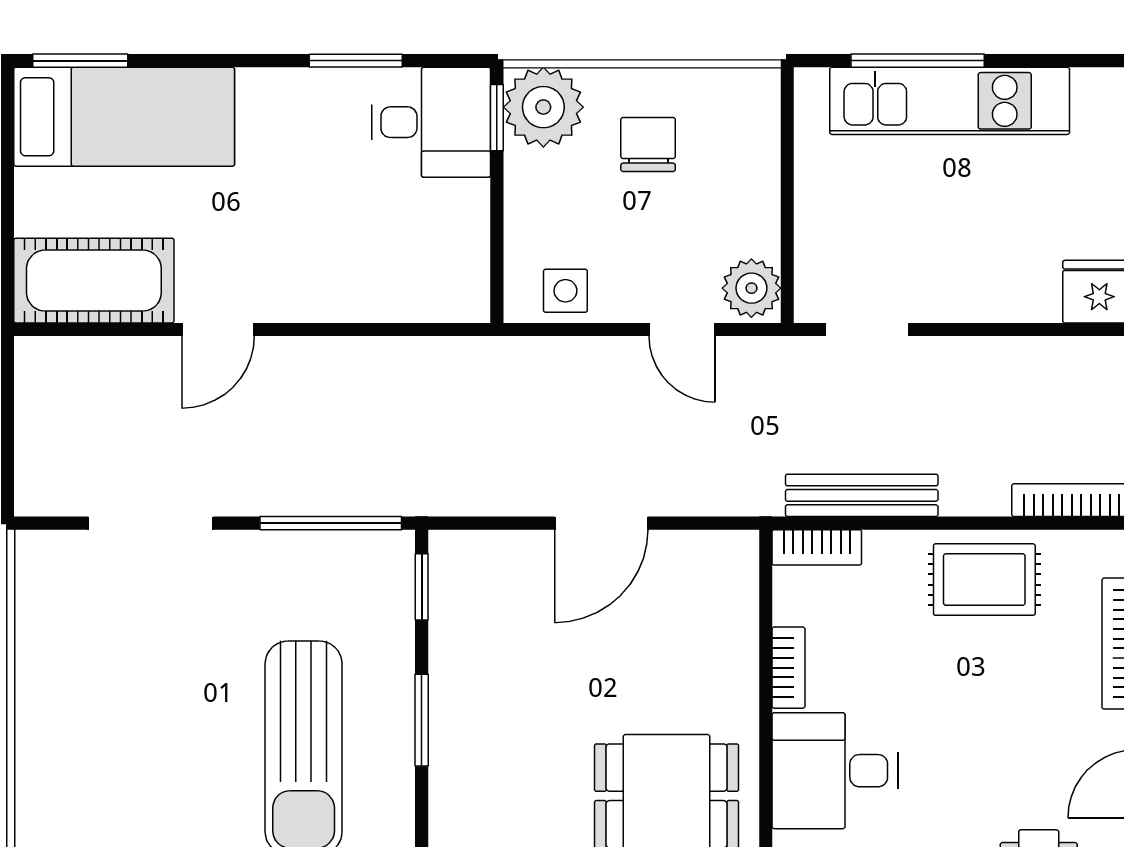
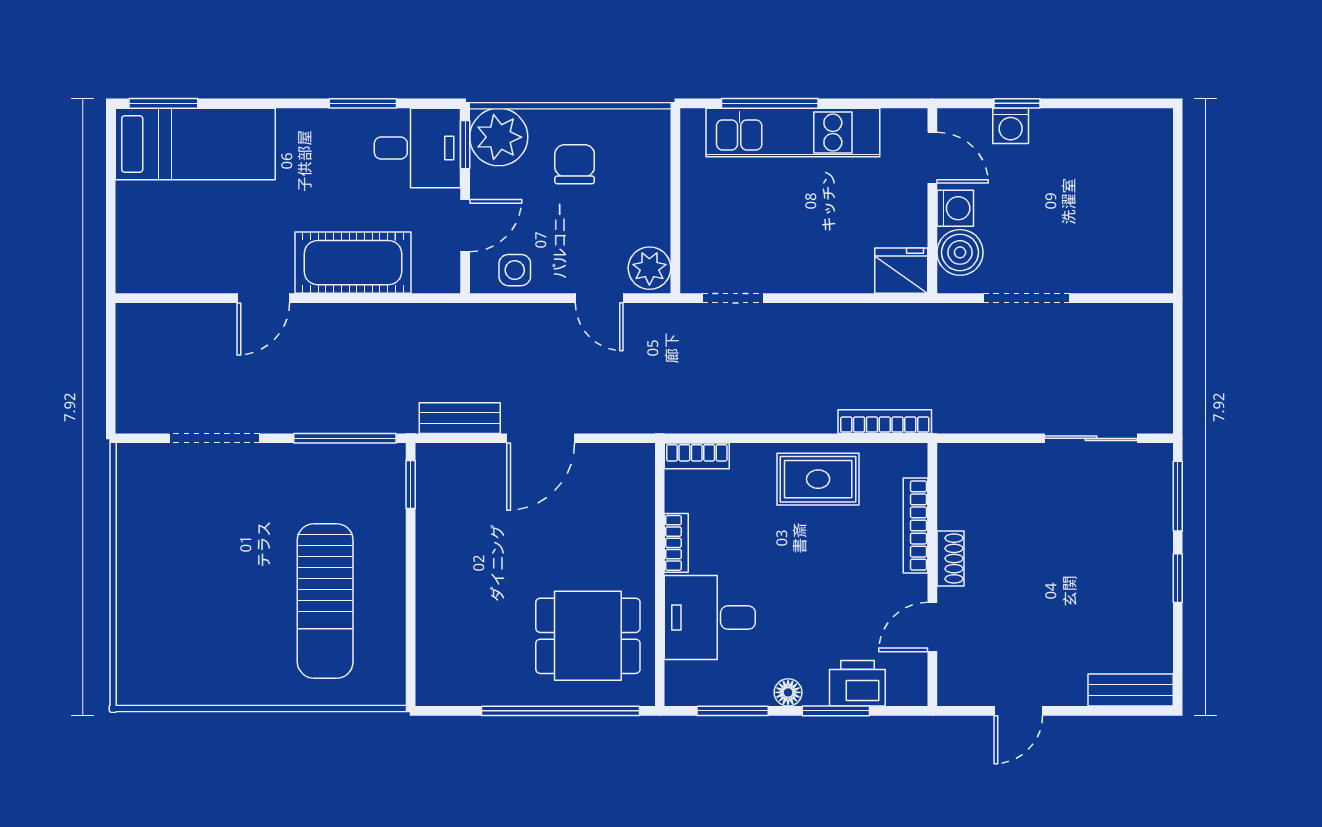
door: (497, 229) -> (465, 226), added
cot: (94, 281) -> (353, 263), moved
bench: (862, 495) -> (460, 418), moved, width x0.73
window: (422, 720) -> (411, 581), removed

